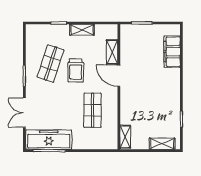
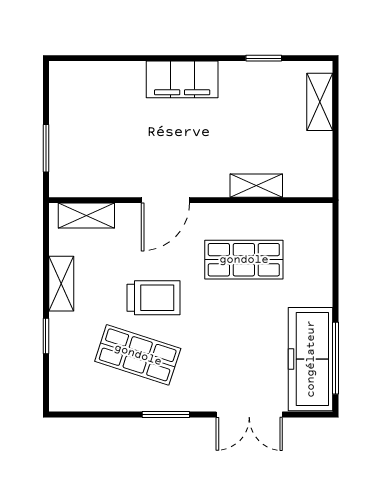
shelving: (112, 52) -> (86, 216), moved
filing cabinet: (172, 52) -> (182, 79), moved
shelving: (125, 137) -> (256, 186), moved

